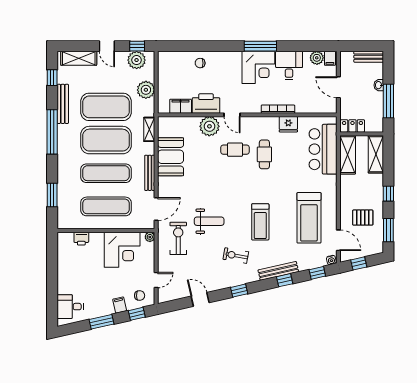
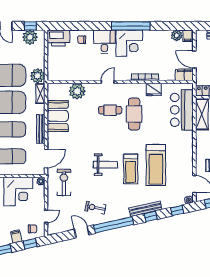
window: (260, 46) -> (131, 26), width x1.46
desk: (289, 65) -> (104, 42), moved
plant: (146, 90) -> (38, 76), moved
printer: (206, 104) -> (58, 38), moved, turned 180
filing cabinet: (181, 106) -> (184, 75), moved
door: (232, 115) -> (108, 82), swing flipped
plant: (209, 126) -> (77, 91), moved
cafe table: (264, 154) -> (134, 114), width x1.37, depth x1.35
treadmill: (309, 218) -> (156, 165), moved
weight bench: (209, 221) -> (105, 165), moved
exercise bike: (236, 256) -> (95, 208), moved
window: (239, 291) -> (114, 225), width x3.17

